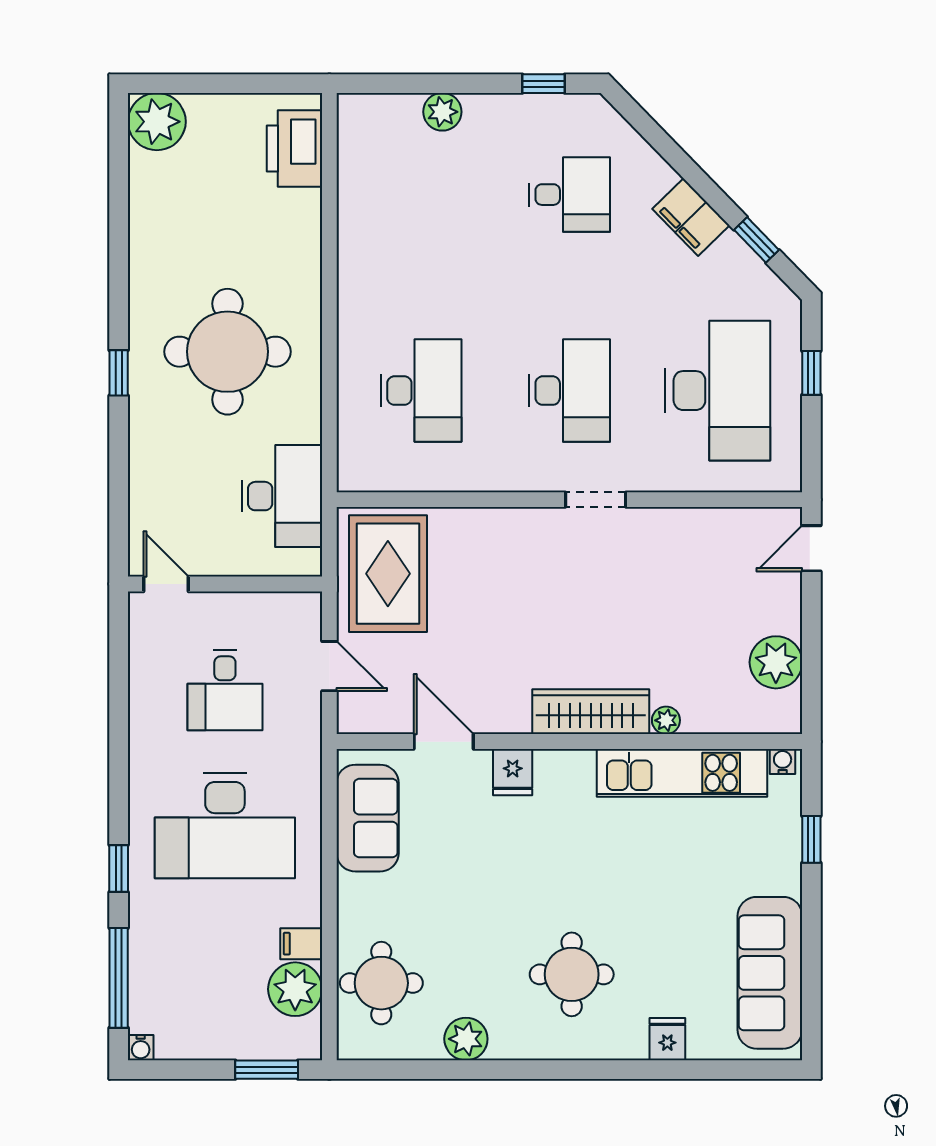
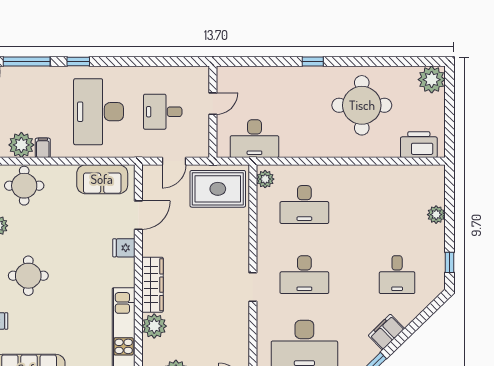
round table: (227, 352) -> (362, 105), moved
plant: (367, 473) -> (265, 179), added
door: (166, 584) -> (213, 104), moved
plant: (666, 720) -> (154, 326), width x1.88, depth x1.88

